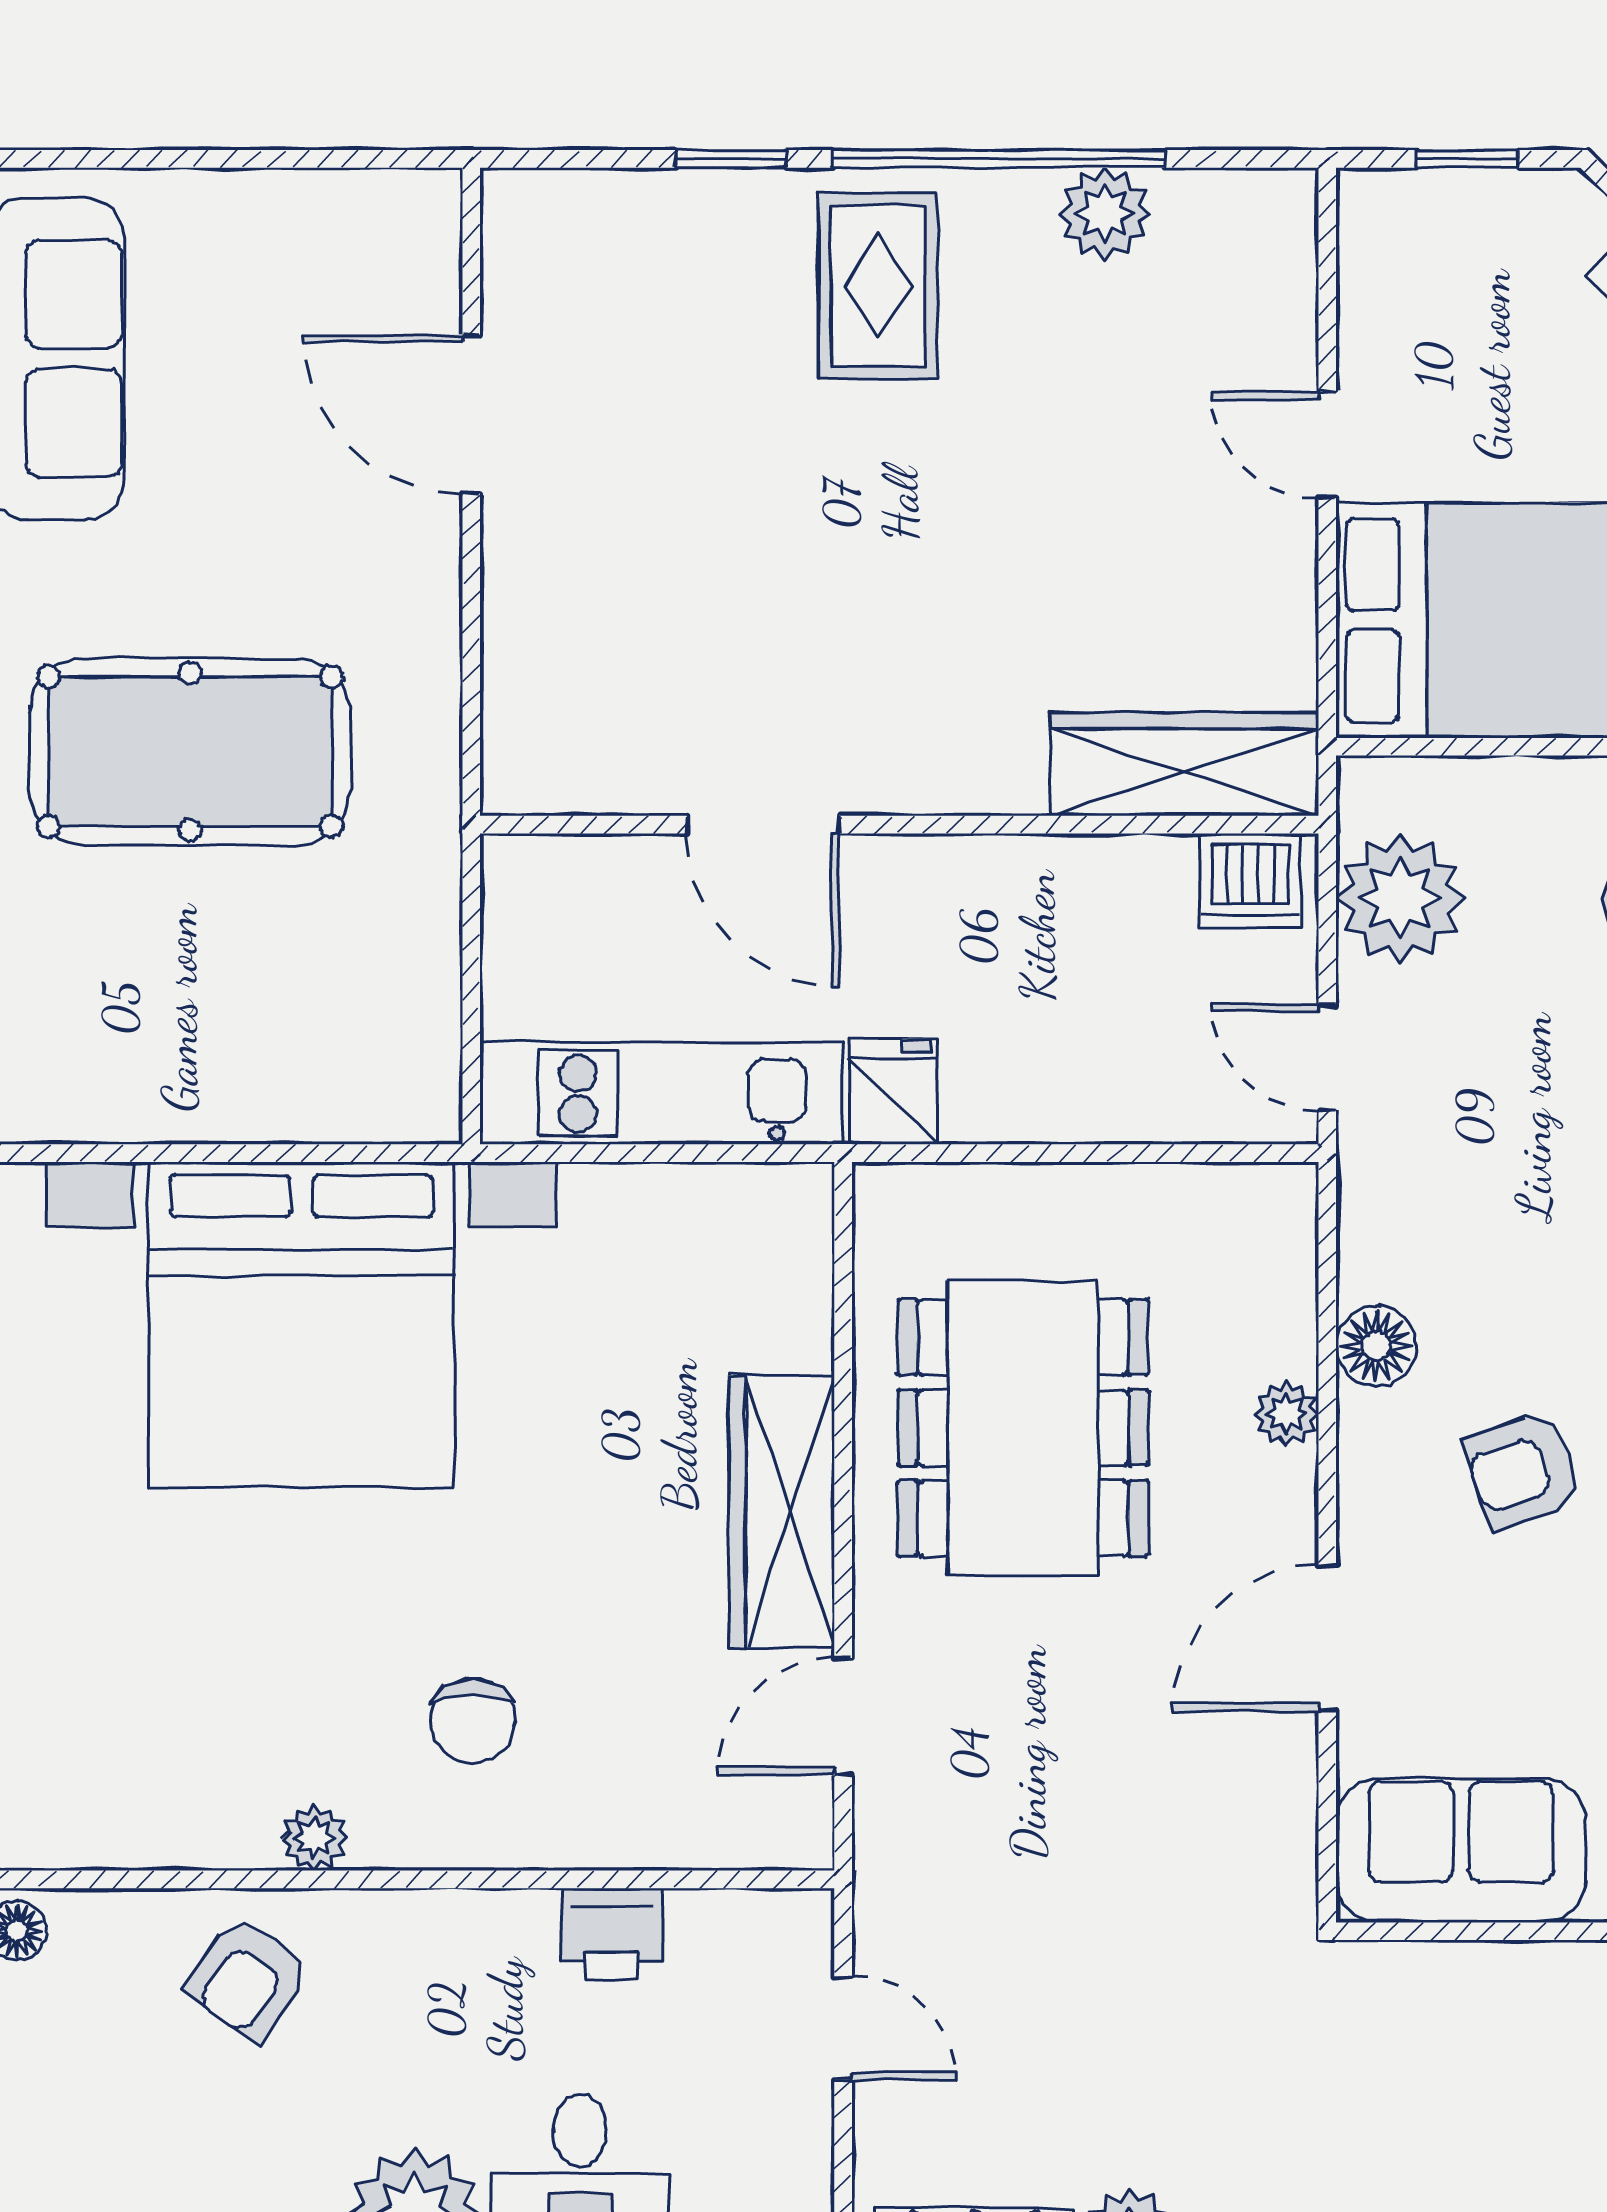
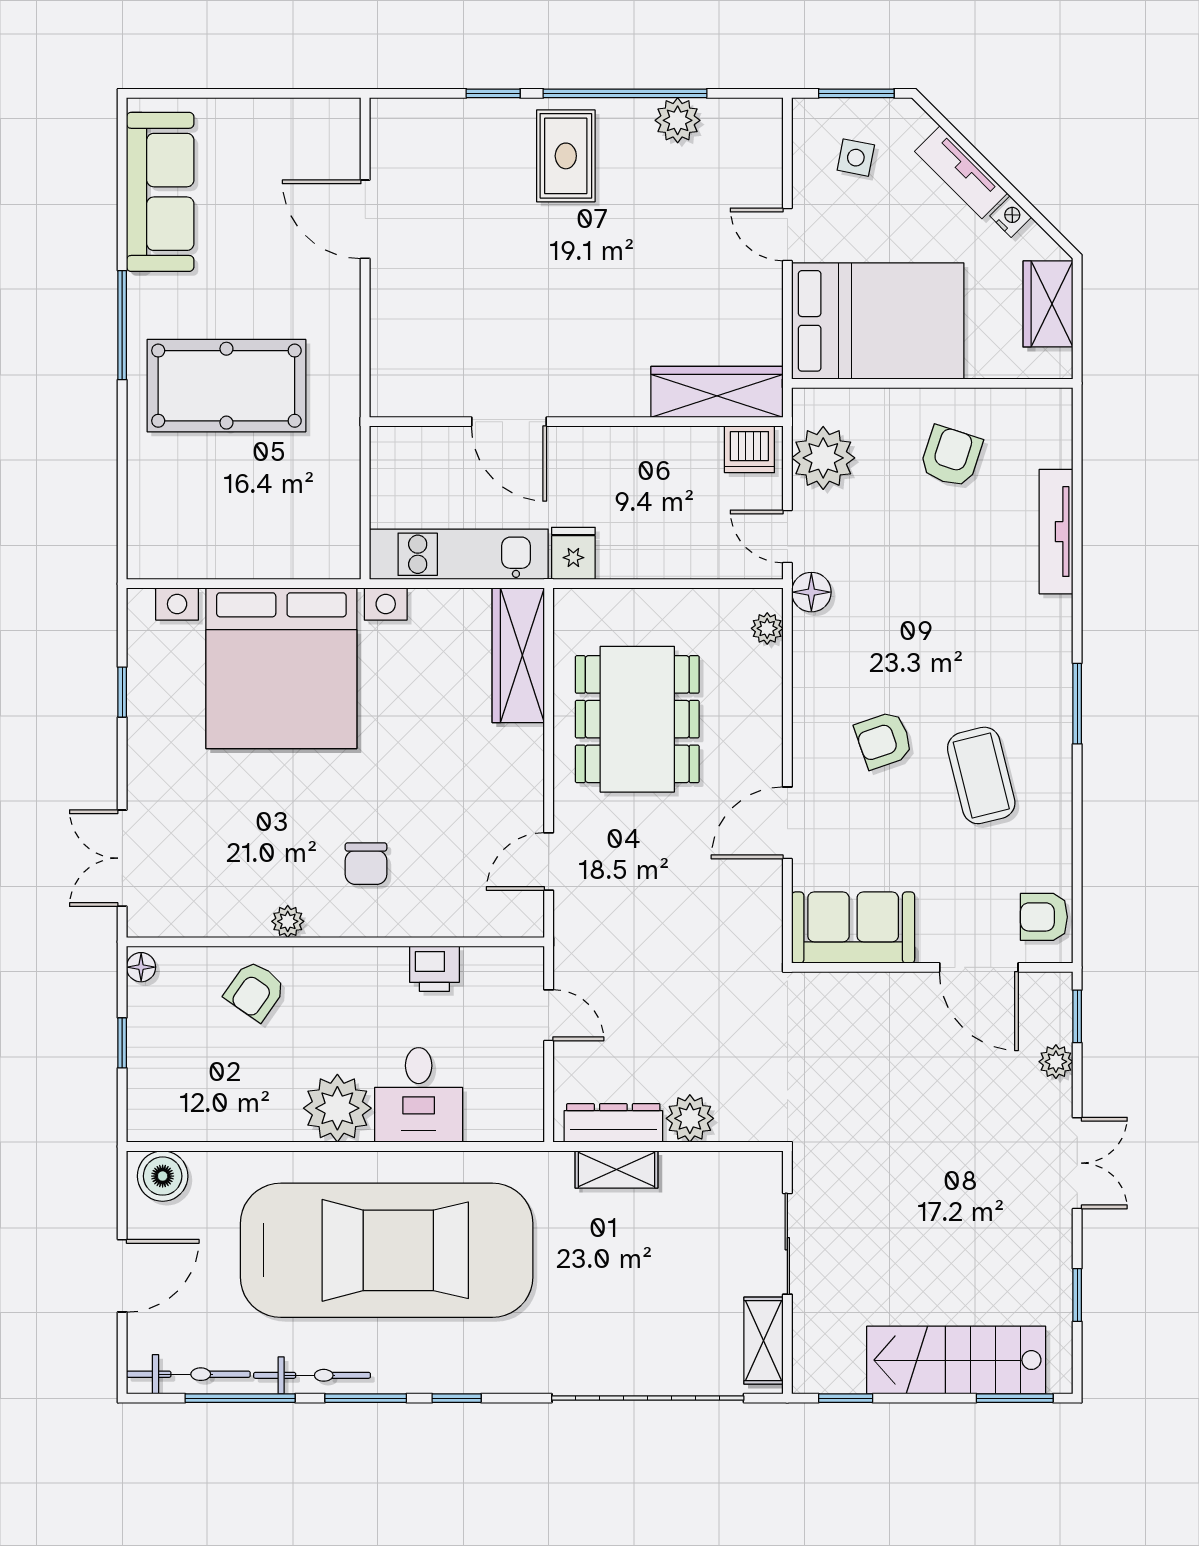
window: (1467, 159) -> (856, 93), width x1.50
side table: (1466, 289) -> (856, 158), added
floor lamp: (1376, 1346) -> (811, 592), moved
plant: (1286, 1414) -> (767, 628), moved
wardrobe: (782, 1512) -> (518, 655), moved

